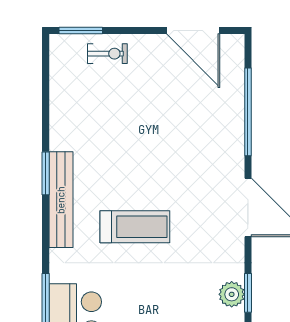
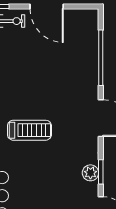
door: (193, 31) -> (47, 6), moved

